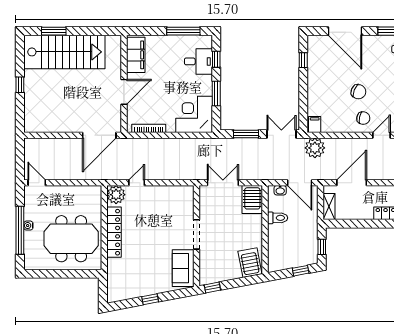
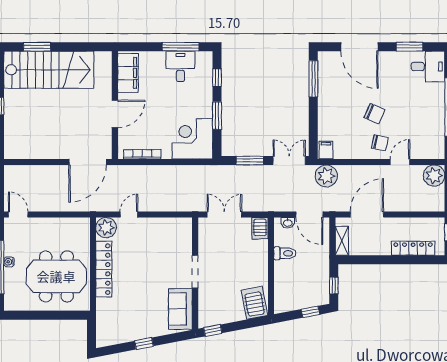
window: (303, 60) -> (313, 79), width x2.17
desk: (198, 61) -> (180, 66), moved, turned -90
server rack: (252, 200) -> (260, 228), width x0.73, depth x0.70

